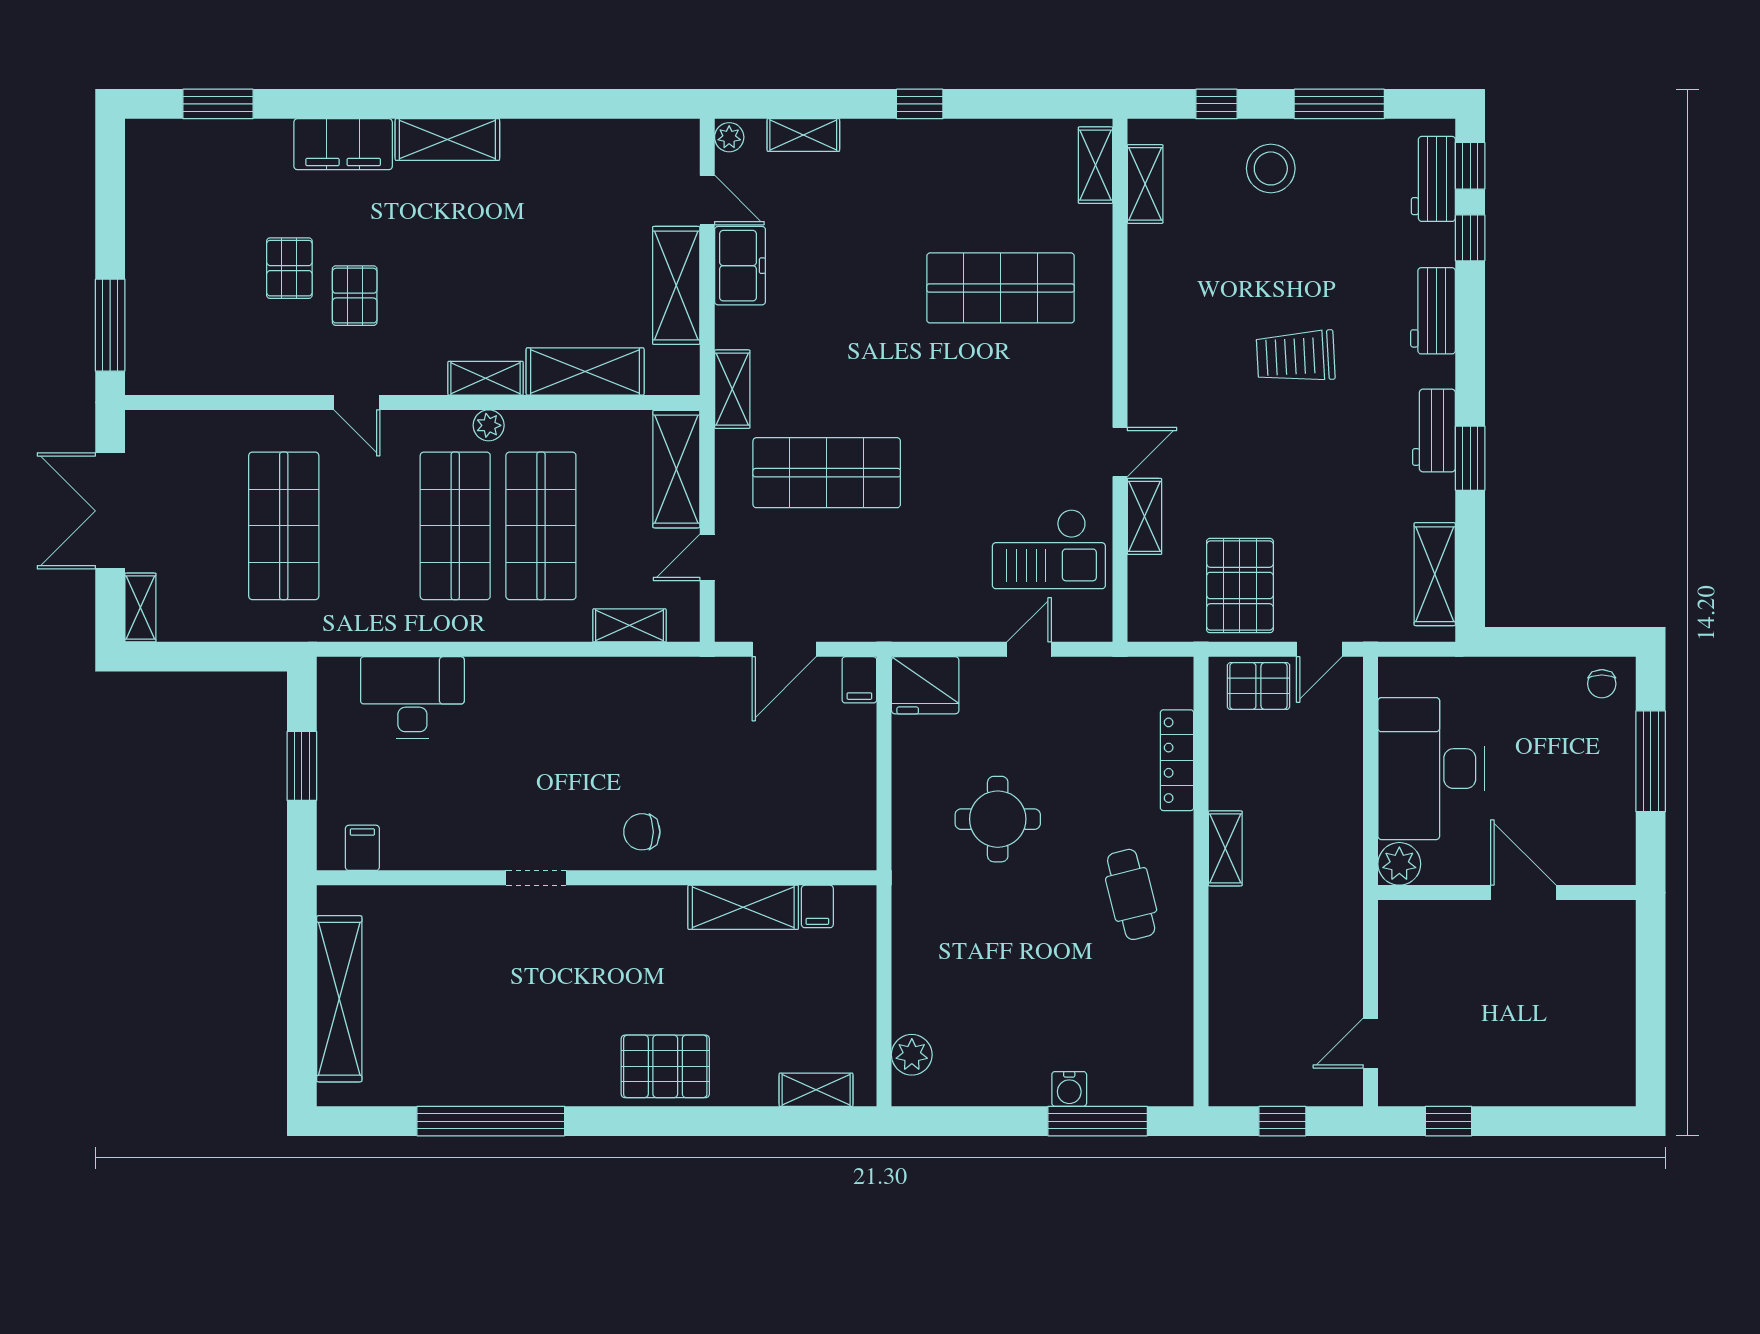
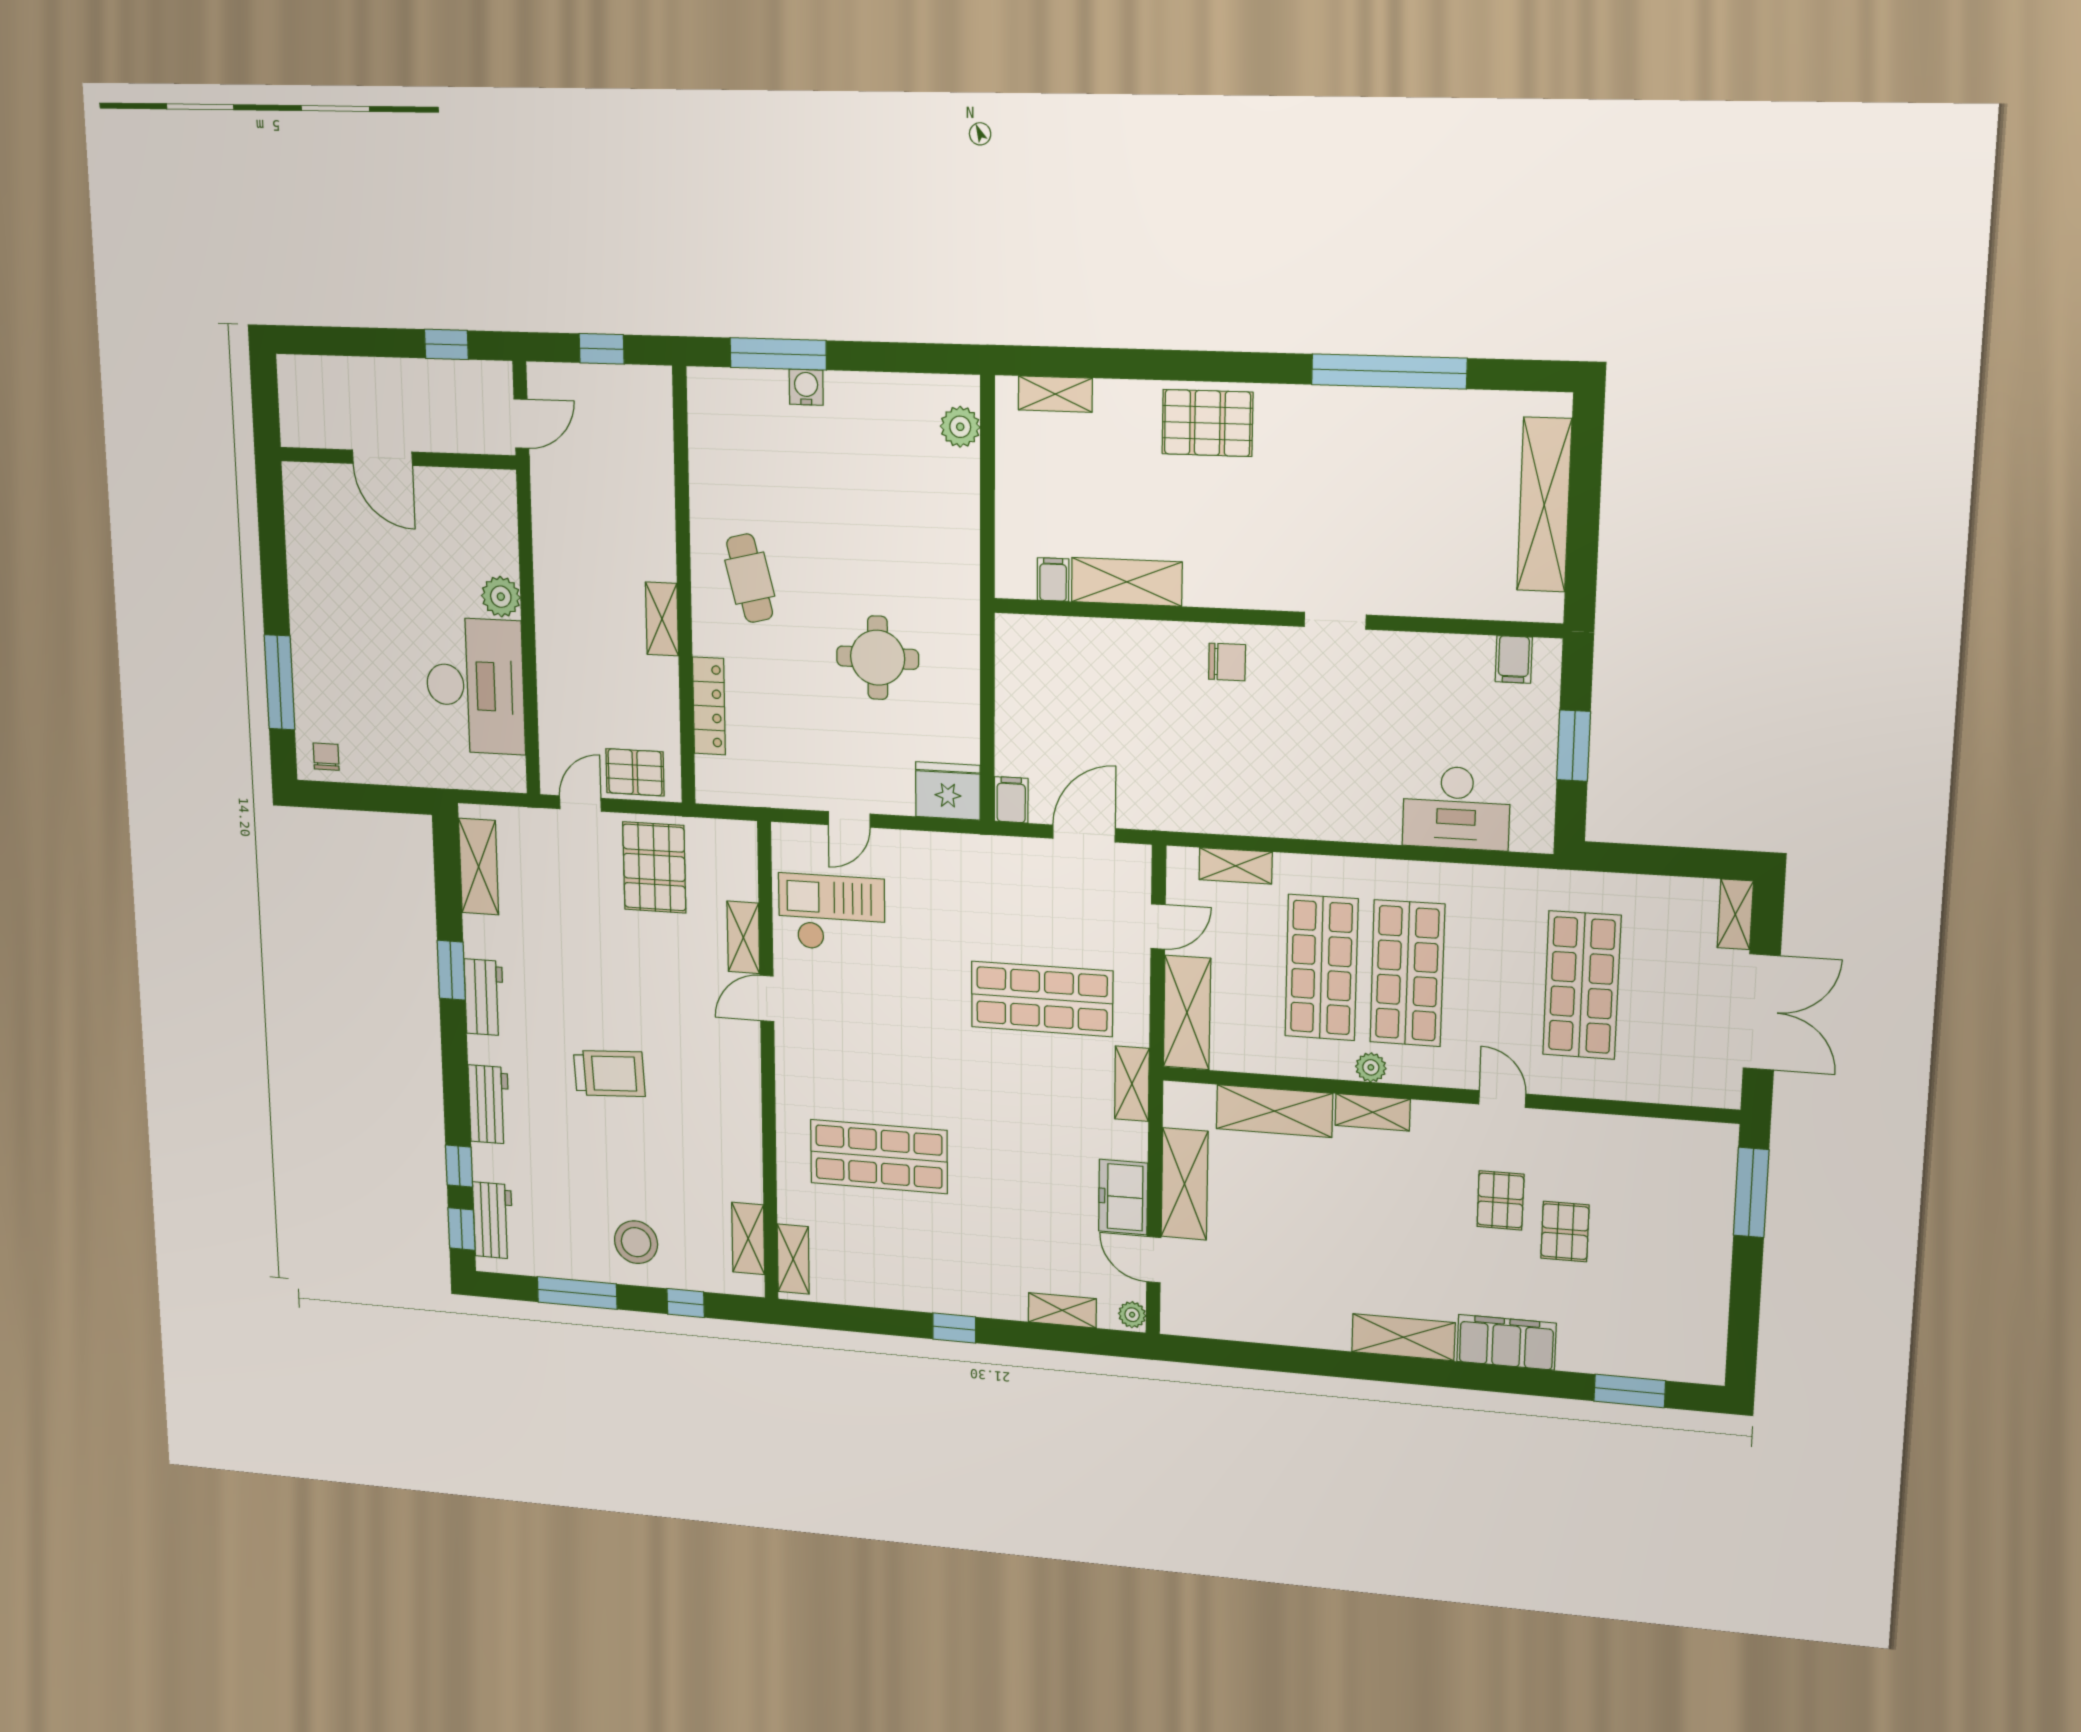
wall: (1507, 893) -> (397, 458), moved
door: (1523, 893) -> (382, 458), moved

